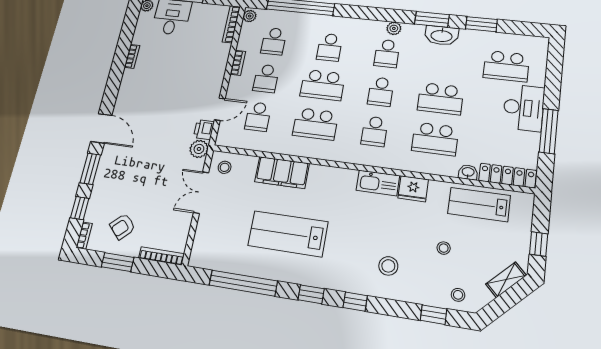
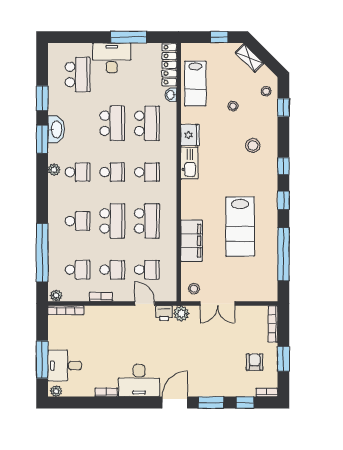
desk: (136, 93) -> (139, 381), added
armchair: (123, 226) -> (255, 362), turned -136

